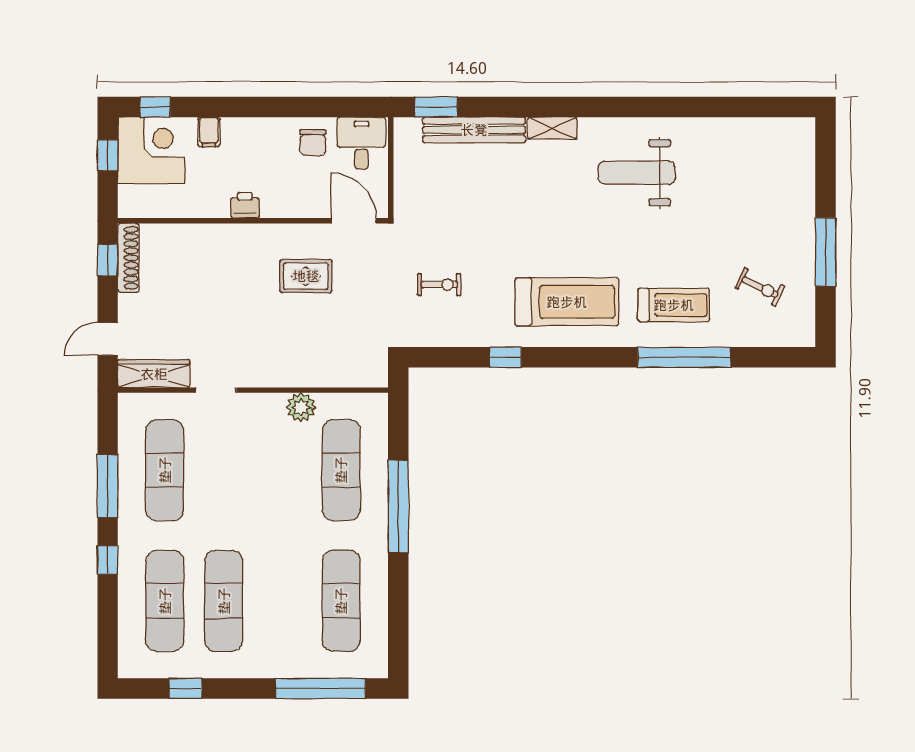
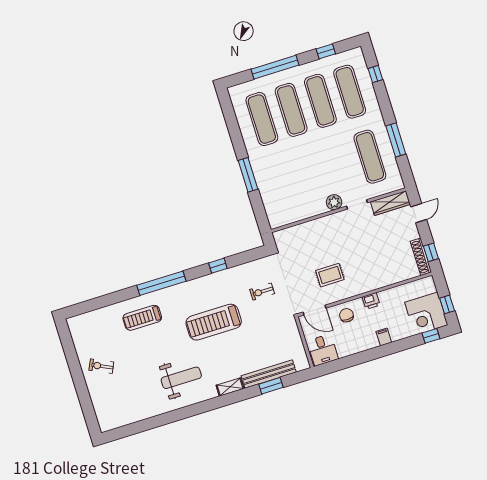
window: (436, 107) -> (271, 386), moved
filing cabinet: (209, 132) -> (384, 337), moved
chair: (313, 143) -> (346, 315), moved
window: (826, 252) -> (75, 368), removed
exercise bike: (760, 287) -> (101, 366), moved
treadmill: (567, 302) -> (214, 322), moved
window: (684, 357) -> (161, 283), moved
plant: (301, 407) -> (334, 202), moved
exercise mat: (341, 470) -> (291, 110), moved
window: (398, 506) -> (248, 175), width x0.68
window: (108, 560) -> (375, 74), moved
window: (321, 688) -> (275, 67), moved

